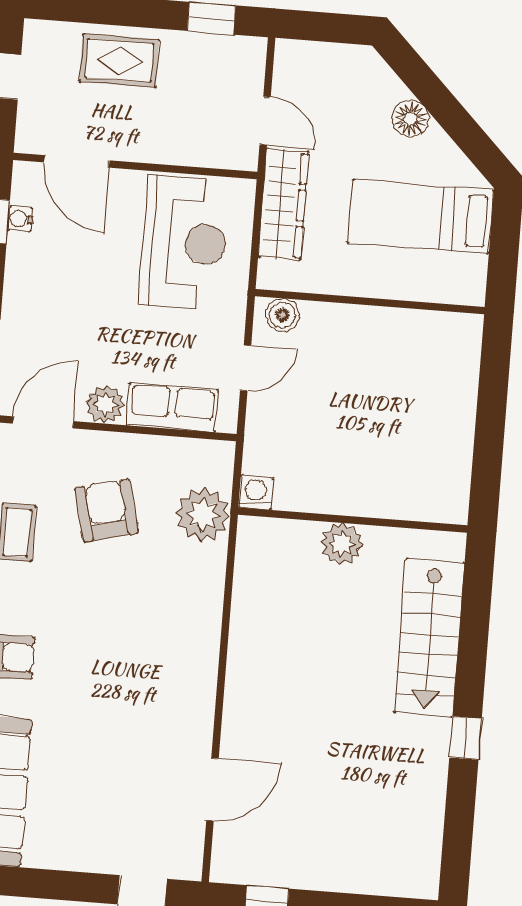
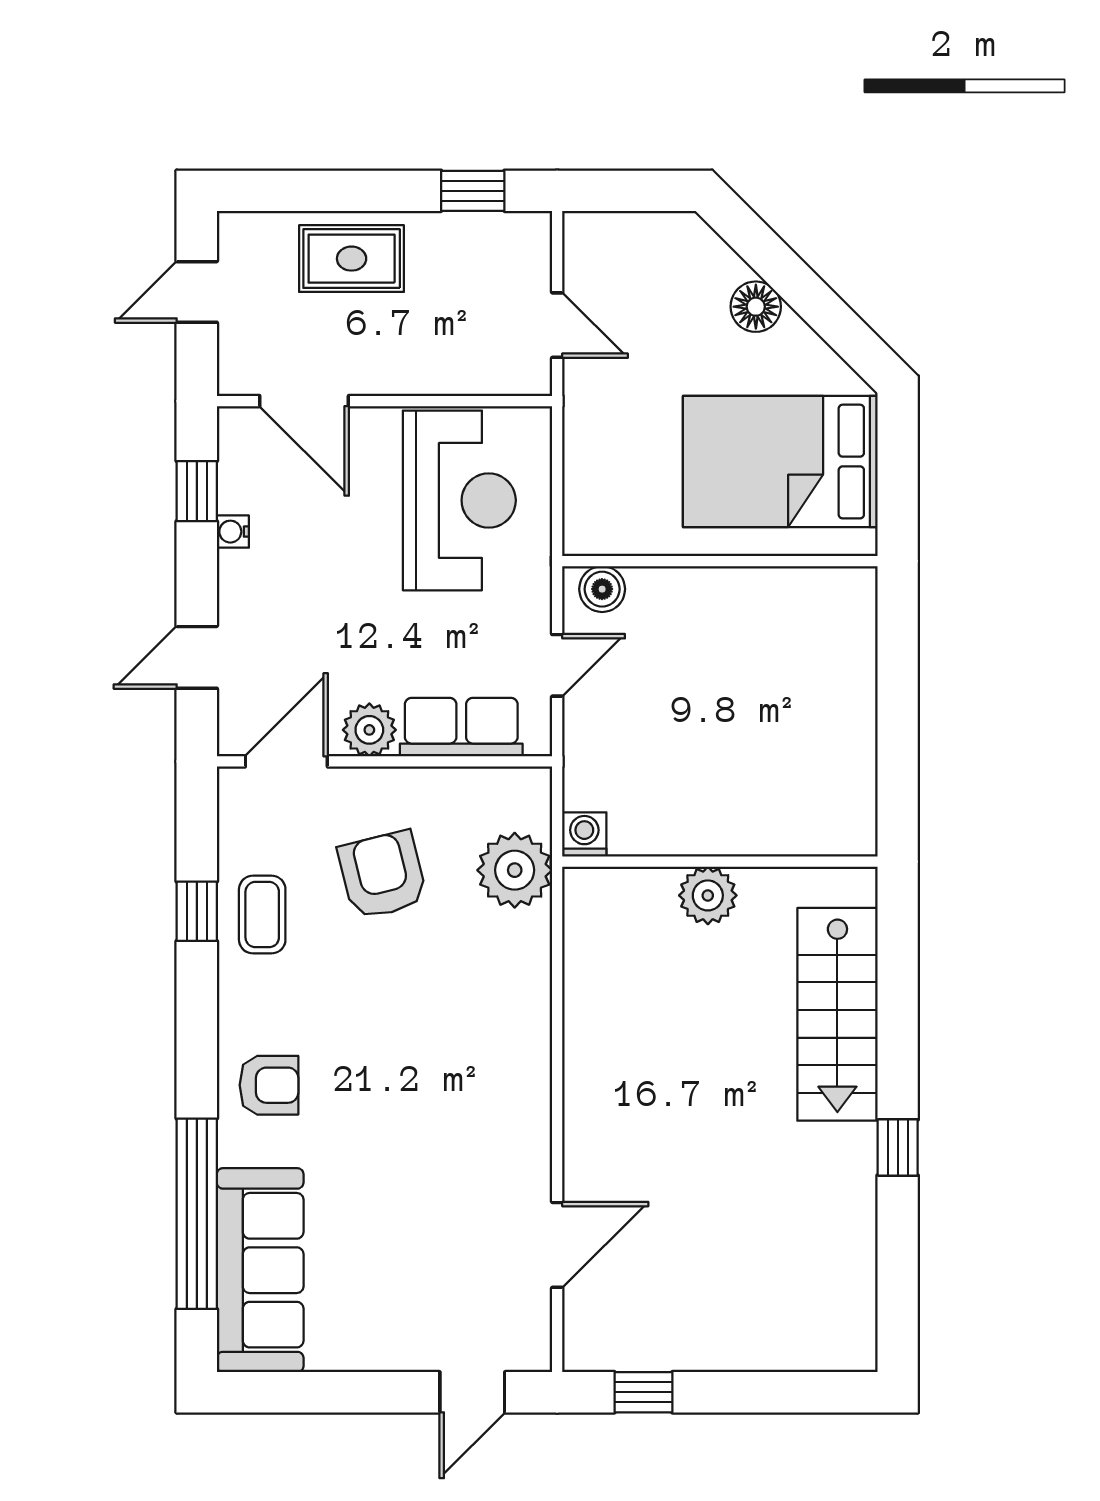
wardrobe: (283, 204) -> (591, 437), removed
bed: (421, 217) -> (780, 462), width x1.50
water cooler: (20, 219) -> (233, 532), moved

